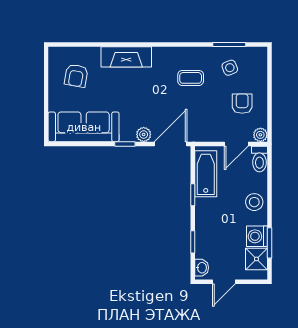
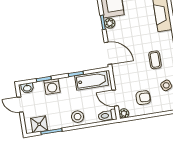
plant: (144, 134) -> (110, 23), moved
washing machine: (257, 236) -> (52, 86), moved, turned 180

